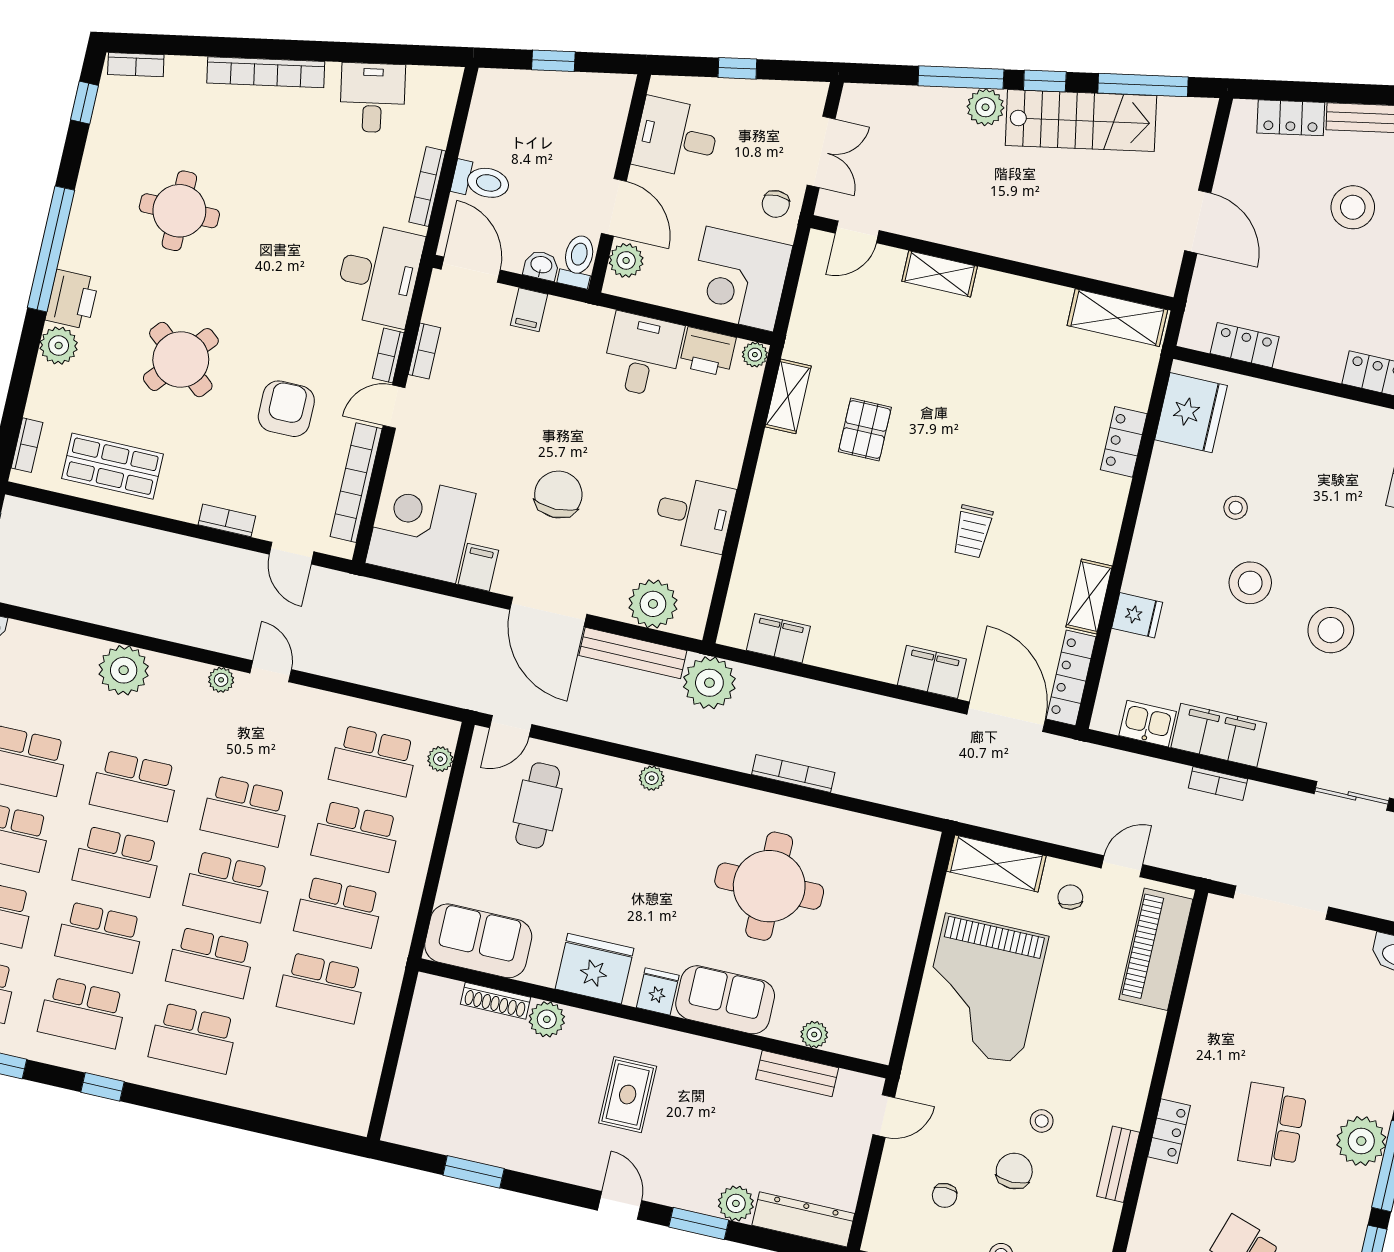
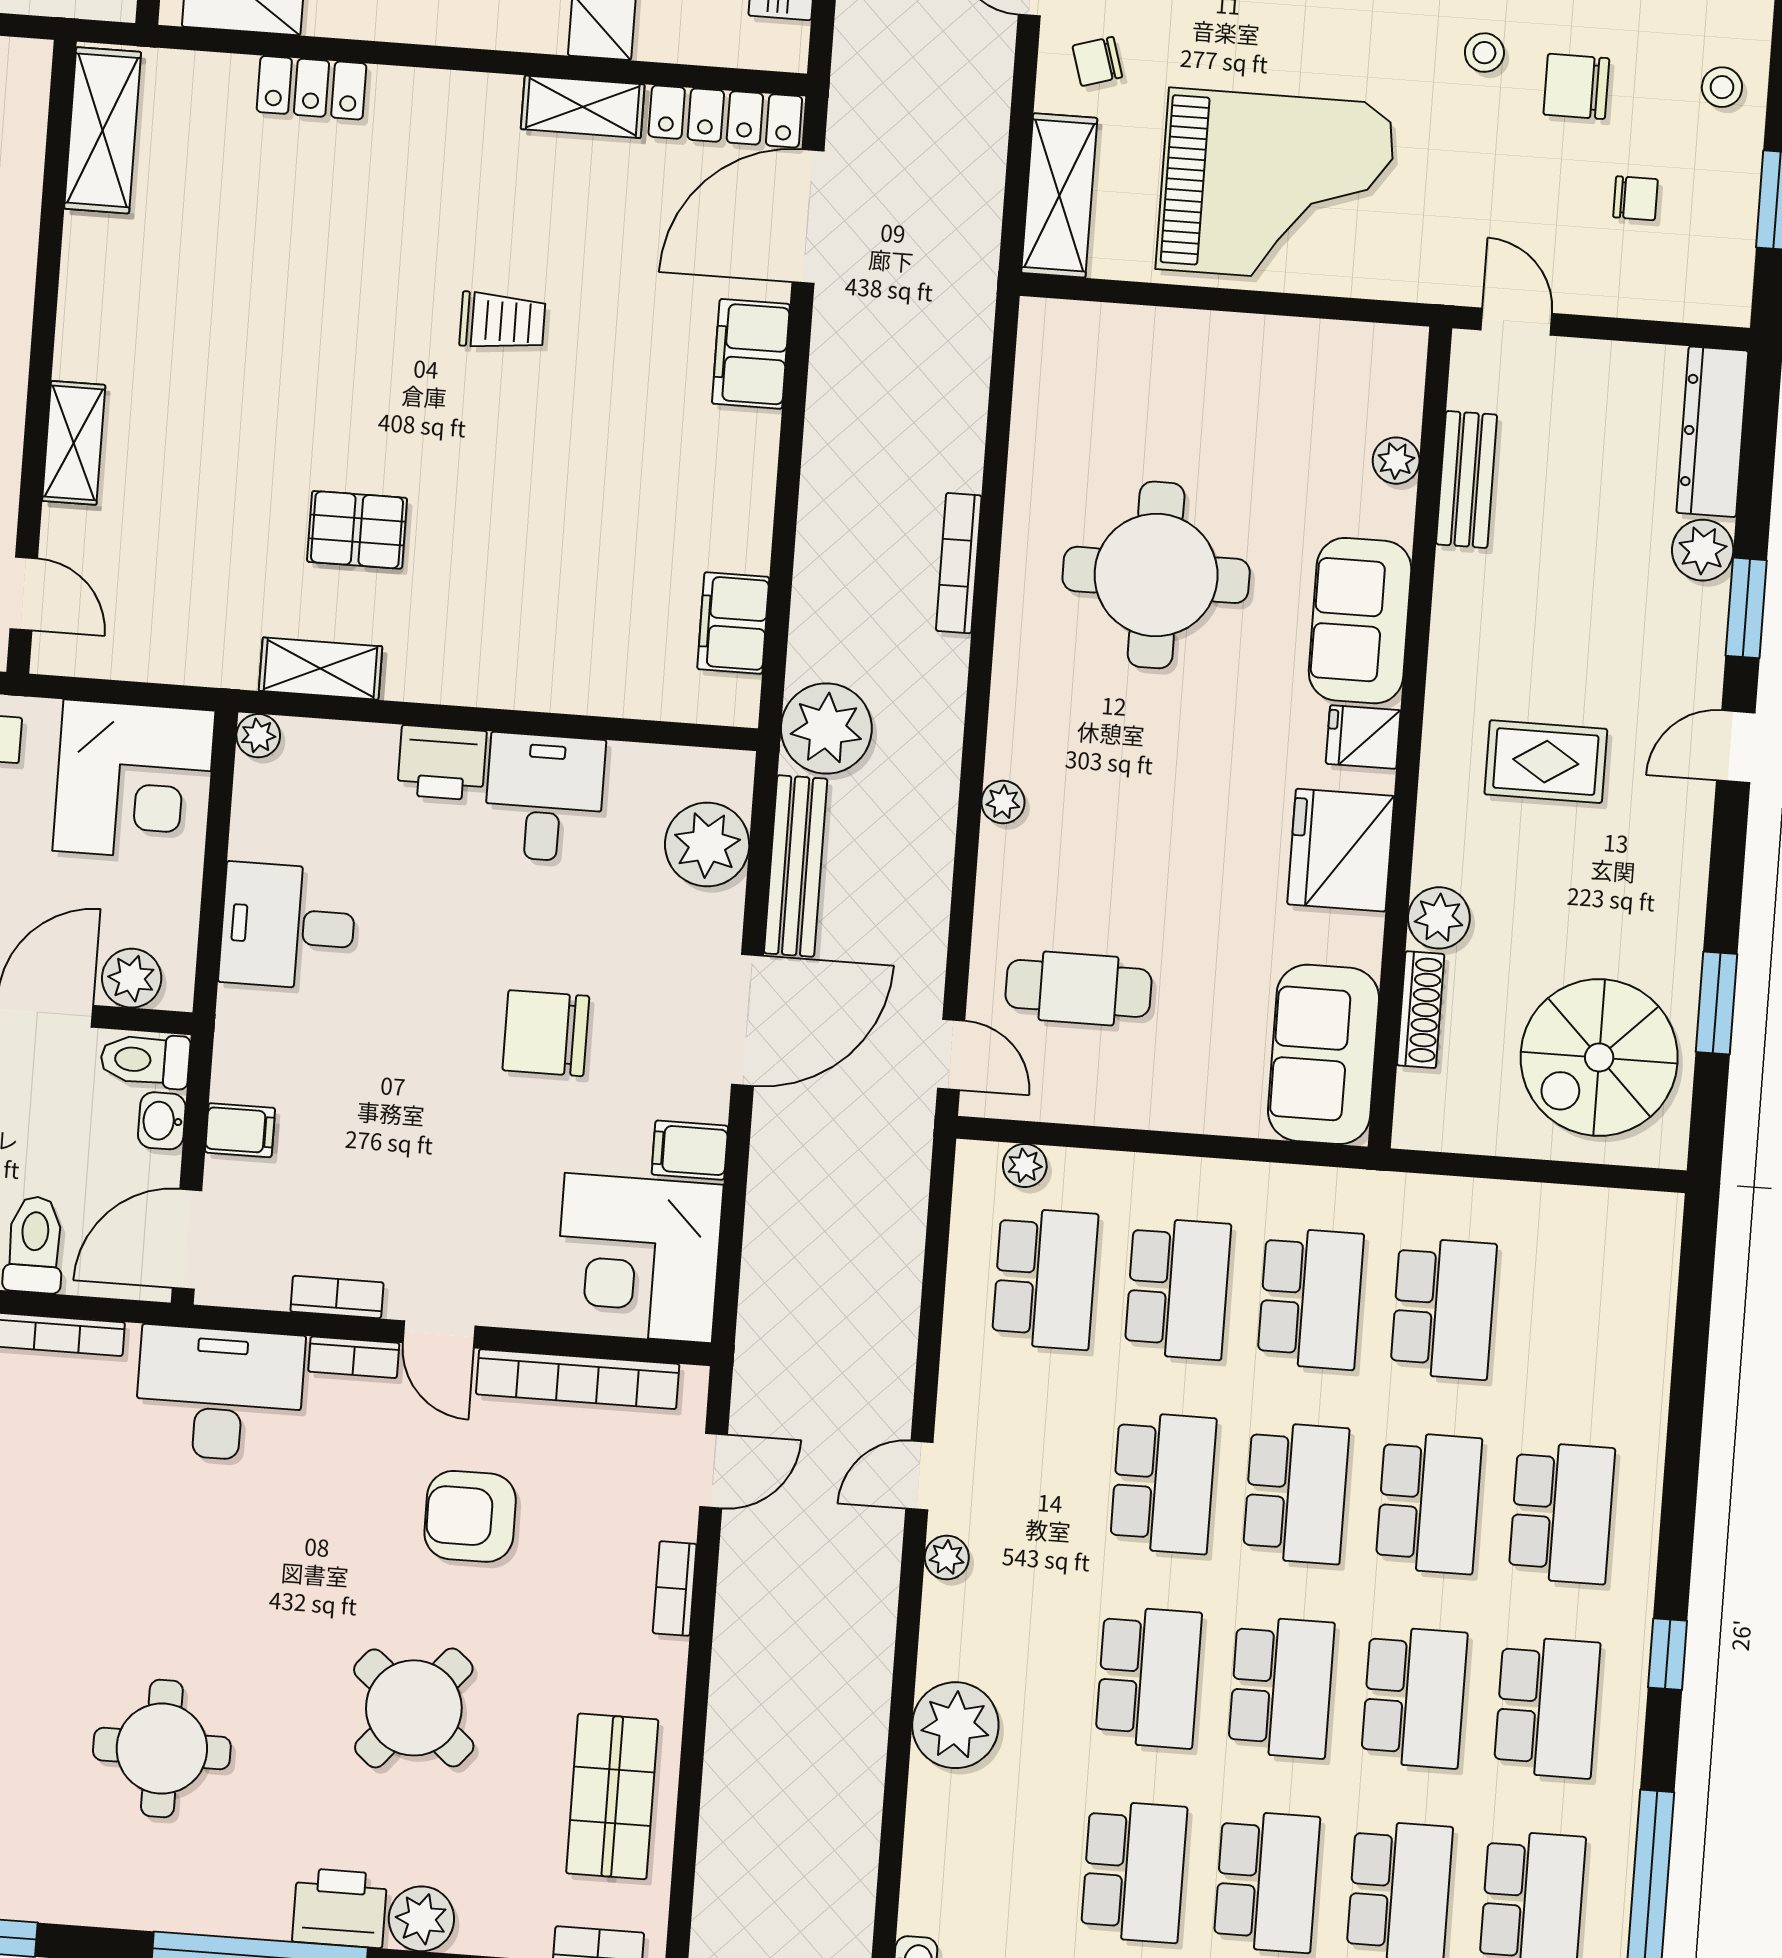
printer: (708, 352) -> (442, 763), moved, turned 90
spiral stairs: (452, 1099) -> (1599, 1057), added

